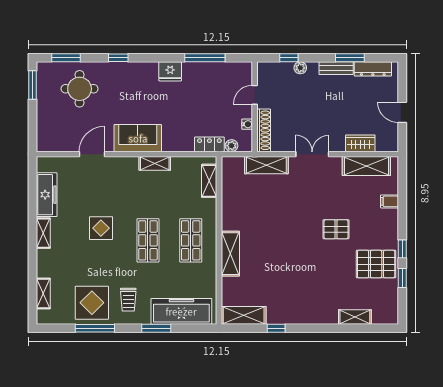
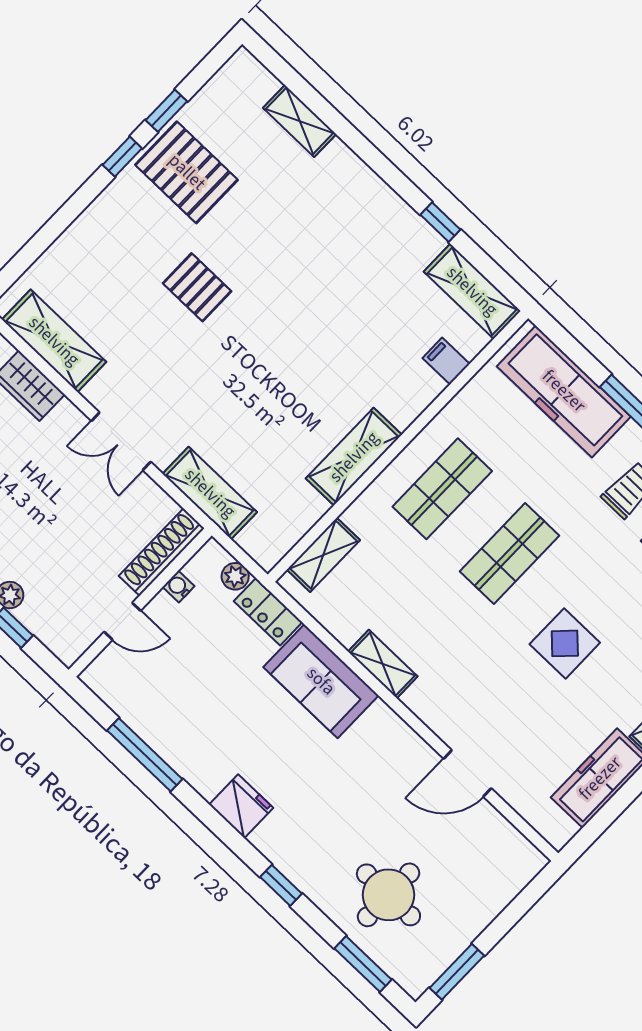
fridge: (170, 71) -> (241, 806), moved
sofa: (138, 138) -> (321, 681), moved
filing cabinet: (390, 201) -> (446, 361), moved, turned 180
shelving: (230, 254) -> (354, 457), moved

